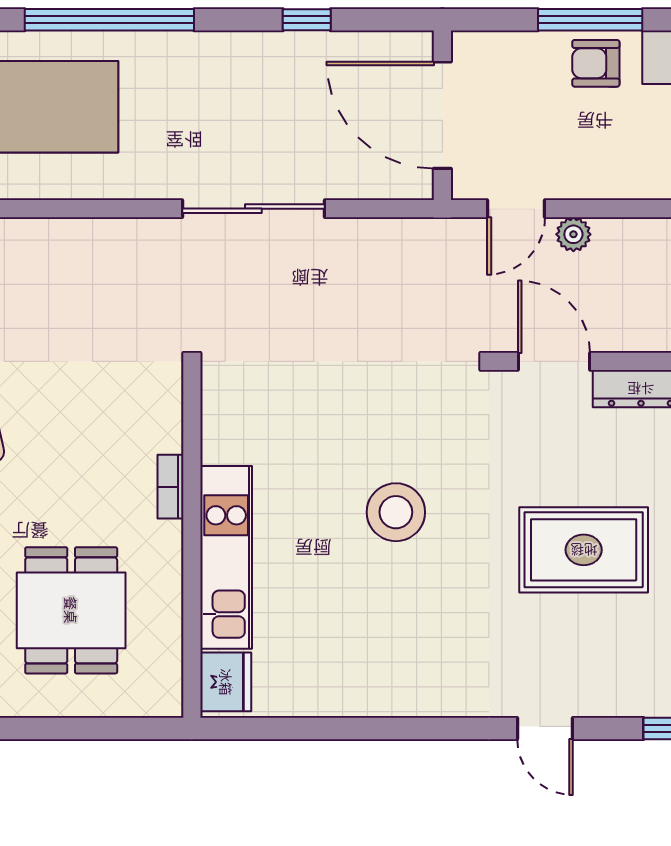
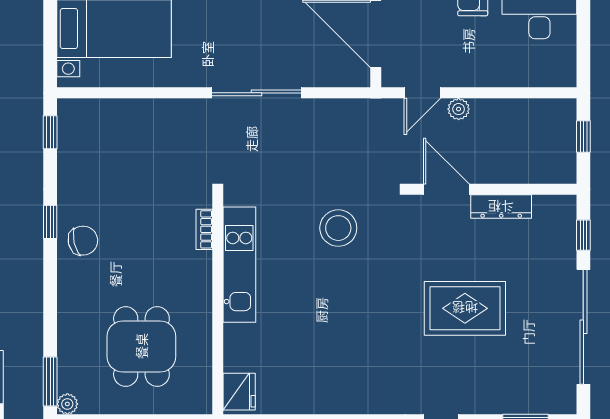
bookcase: (171, 487) -> (204, 229), moved
stool: (396, 512) -> (338, 228), moved
kitchen unit: (226, 557) -> (239, 265), moved

